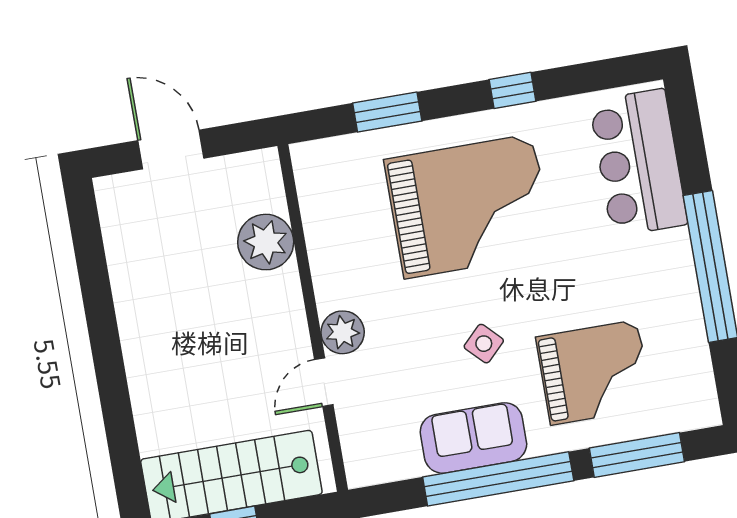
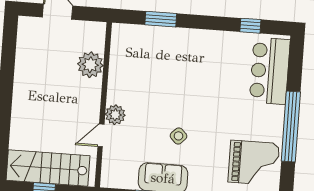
window: (513, 90) -> (250, 26), moved
grand piano: (469, 206) -> (187, 72), removed
grand piano: (594, 372) -> (254, 163), moved

